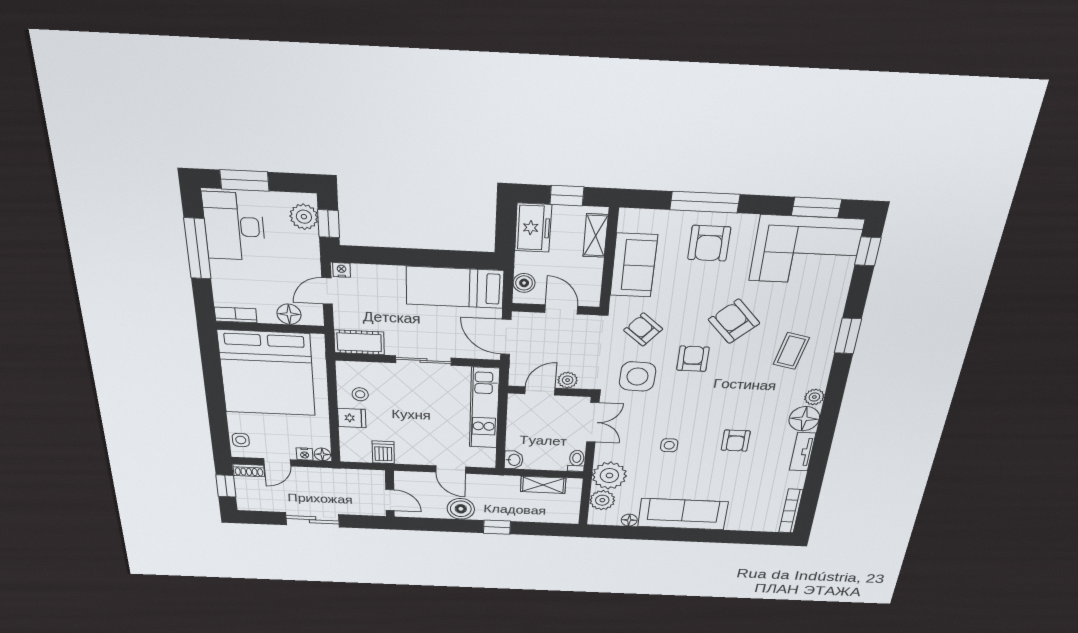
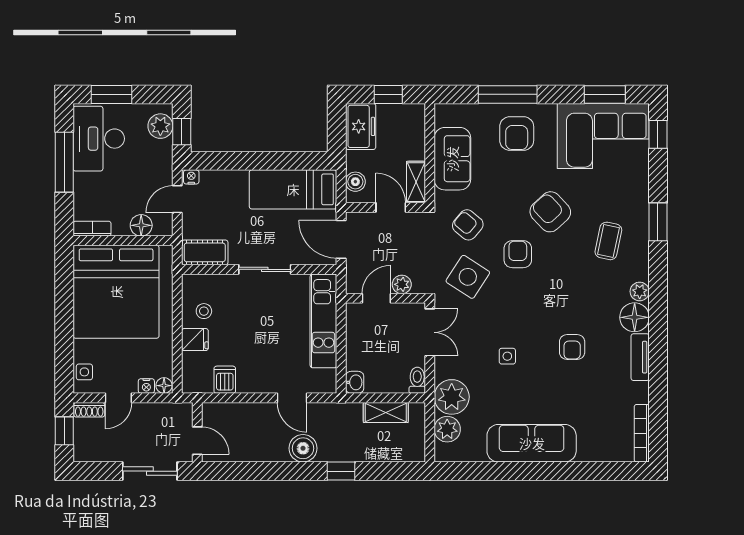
shelving: (596, 236) -> (416, 182), moved
side table: (637, 376) -> (468, 277), turned 31
wall: (390, 494) -> (197, 432), moved
door: (390, 500) -> (197, 441), moved
floor lamp: (629, 520) -> (477, 454), removed

